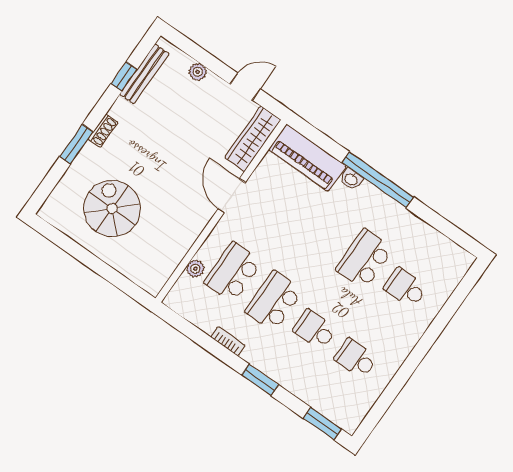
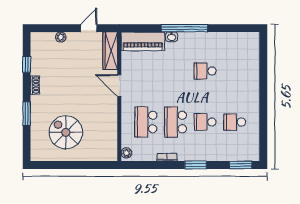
bench: (144, 74) -> (36, 56), removed
shoe rack: (103, 131) -> (35, 85), moved
school desk: (364, 259) -> (205, 71), width x0.54
plant: (195, 269) -> (126, 153), moved
school desk: (405, 288) -> (235, 71), removed

